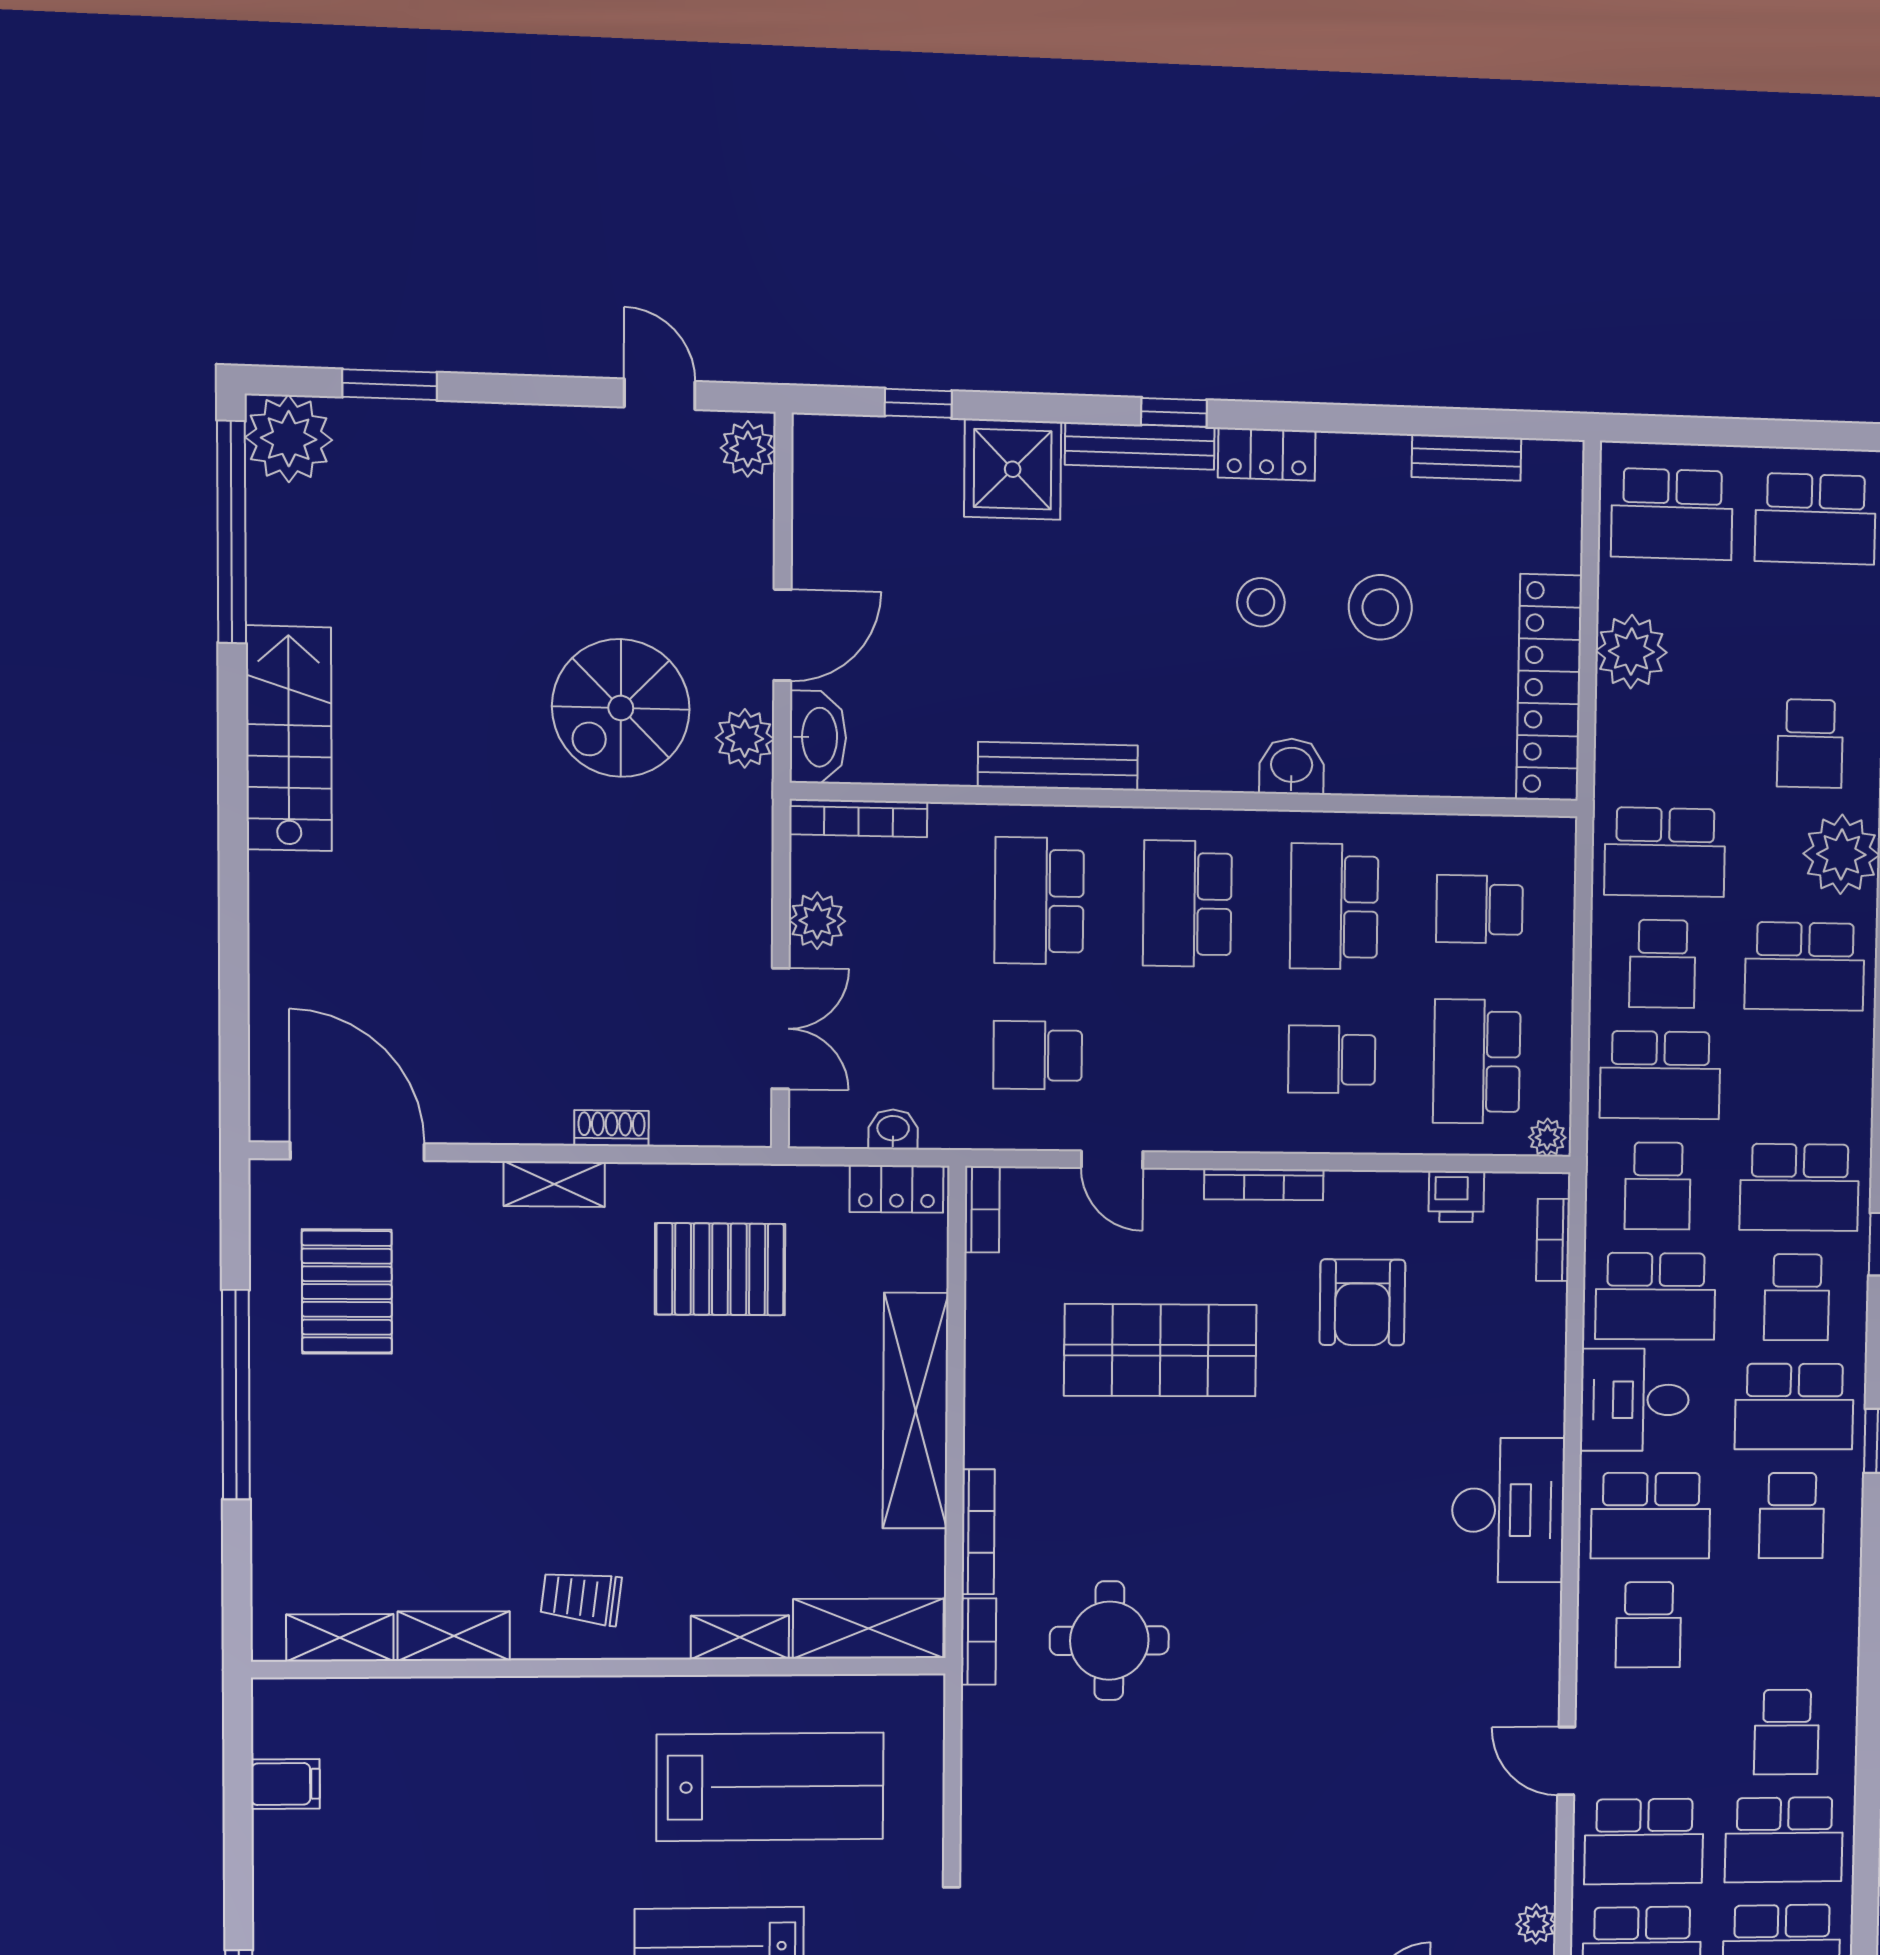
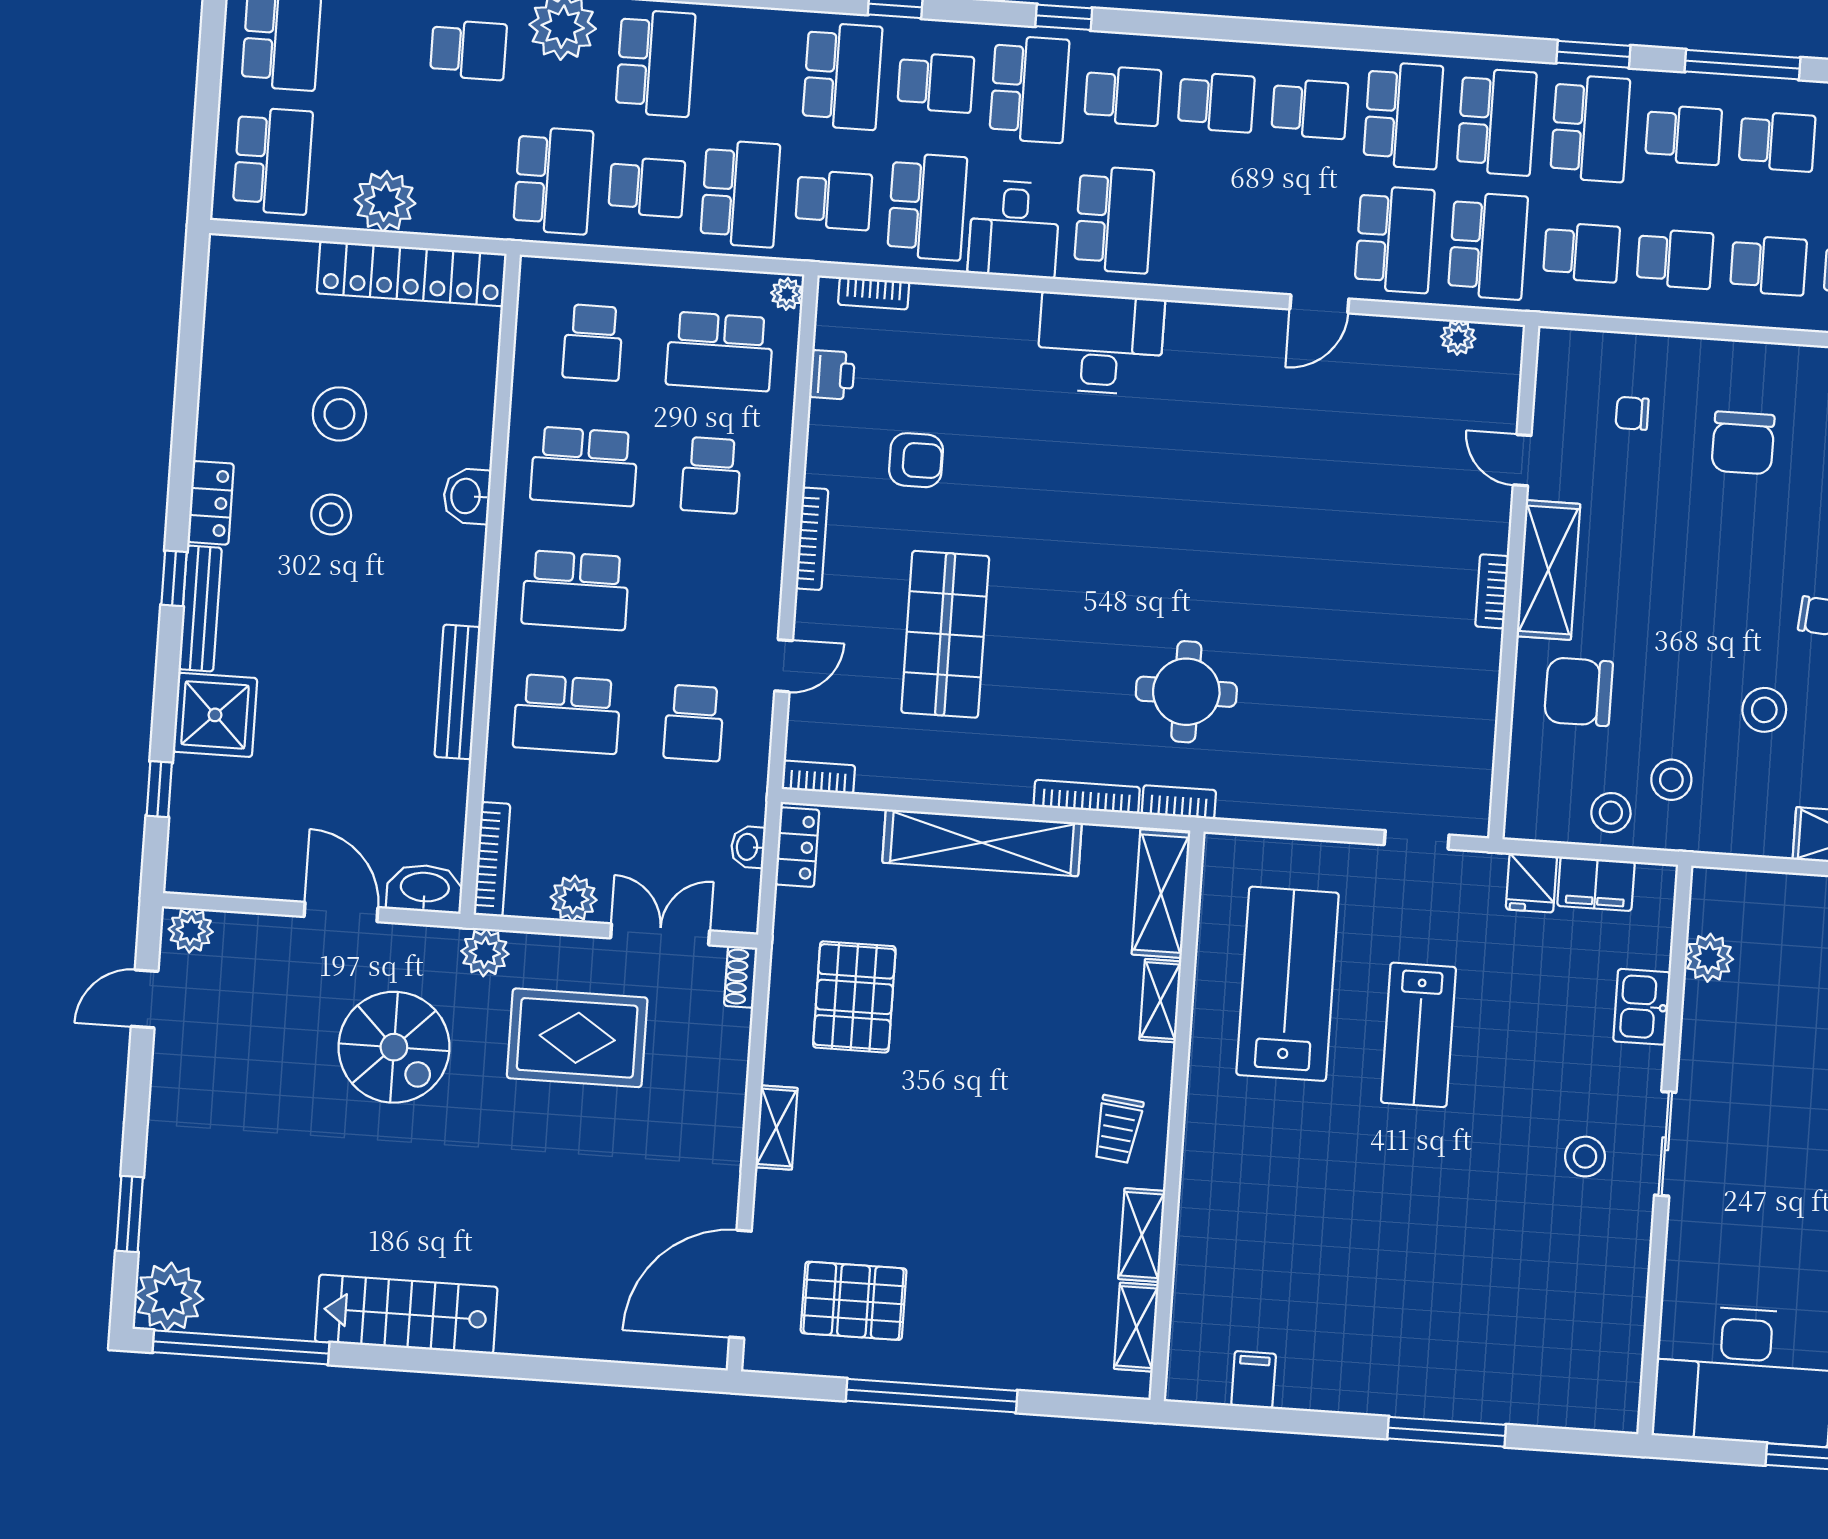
bench: (1467, 457) -> (220, 334), removed
plant: (745, 738) -> (485, 953), moved
rug: (648, 934) -> (577, 1038), added
shoe rack: (612, 1128) -> (741, 977), moved
armchair: (1362, 1302) -> (916, 460), width x0.72, depth x0.72
school desk: (1649, 1625) -> (1216, 102), moved

